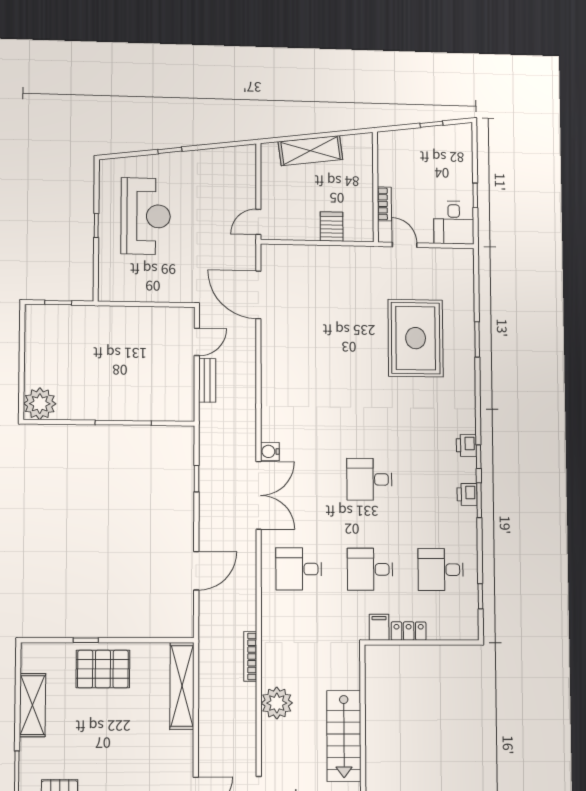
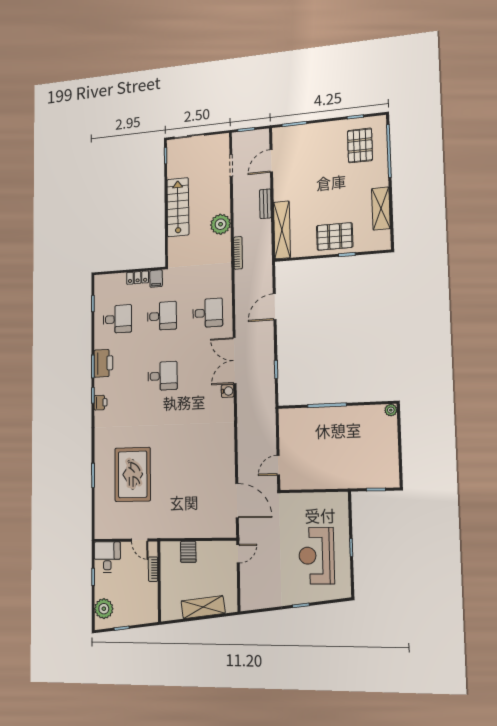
plant: (458, 151) -> (104, 609), added
bench: (207, 380) -> (265, 204), moved
plant: (40, 404) -> (391, 410), width x0.53, depth x0.53
printer: (467, 494) -> (103, 363), width x1.87, depth x1.48

